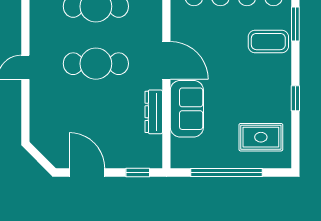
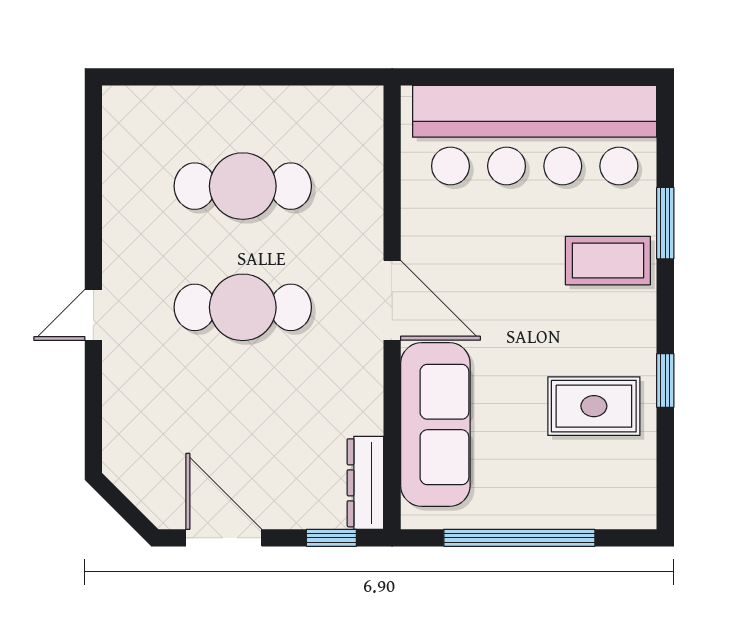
sofa: (187, 109) -> (435, 424), width x1.36
dresser: (154, 112) -> (365, 483), moved
rug: (261, 137) -> (594, 406), moved

